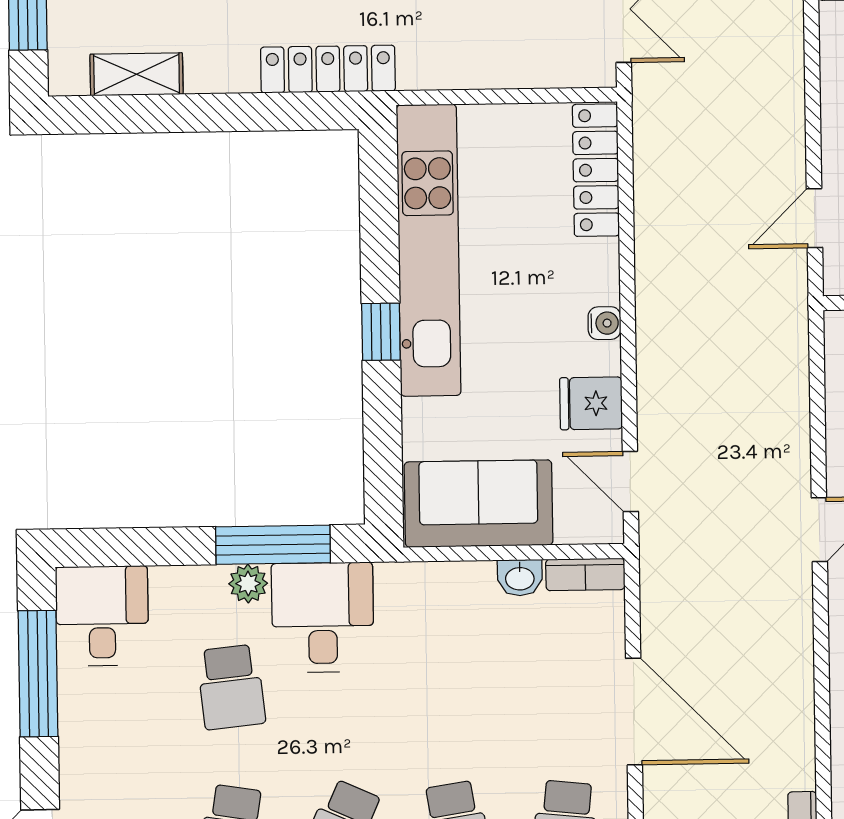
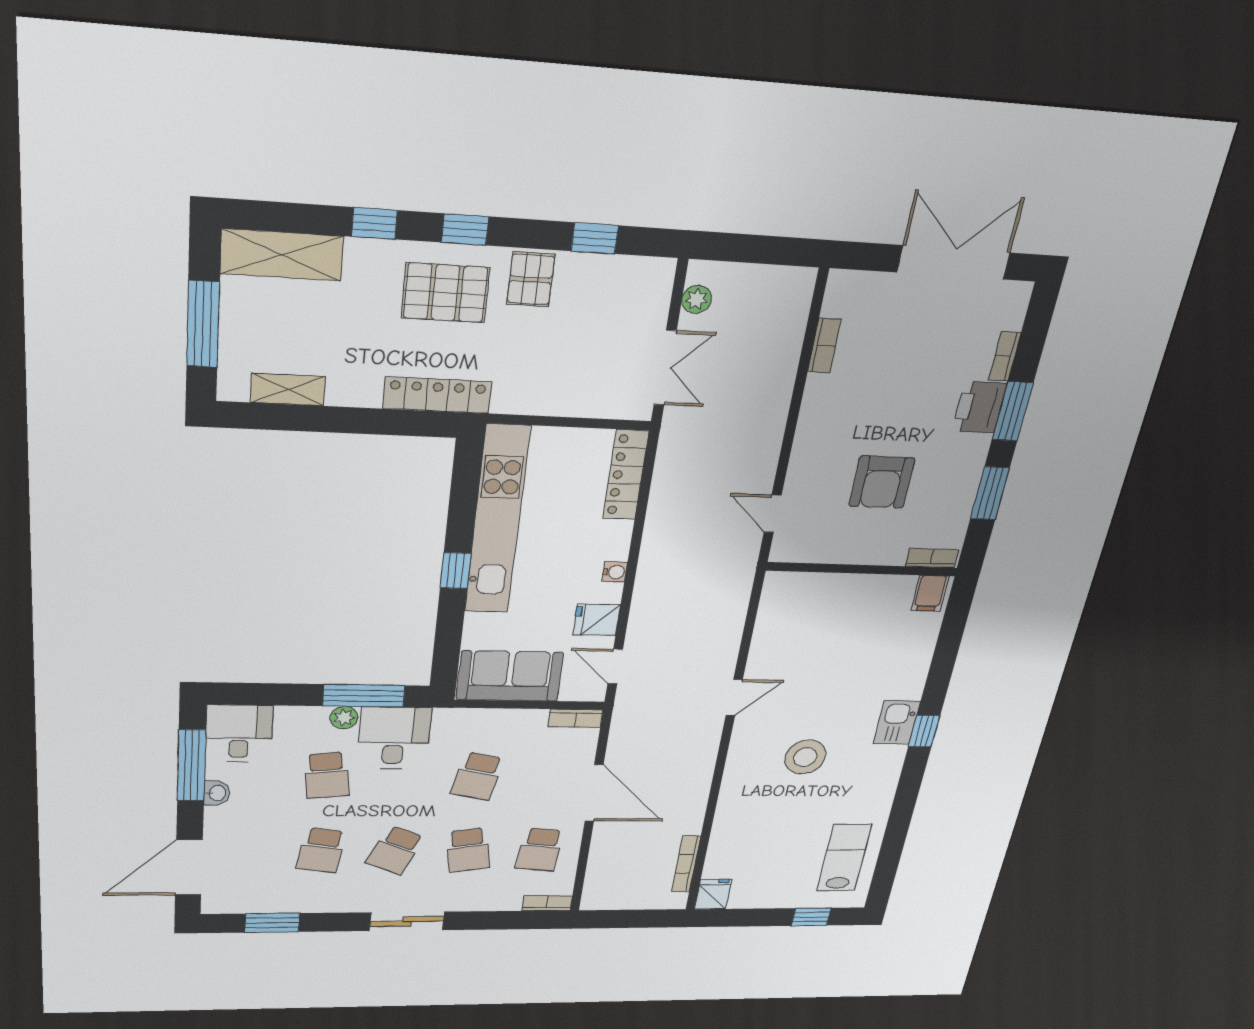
door: (814, 218) -> (773, 514), hinge flipped
washbasin: (520, 578) -> (217, 793), moved, turned -90
school desk: (453, 684) -> (477, 776), added

